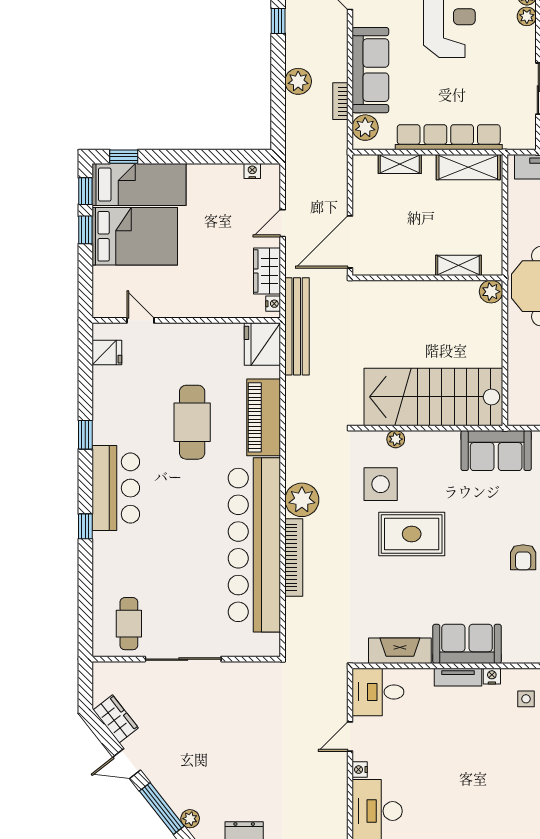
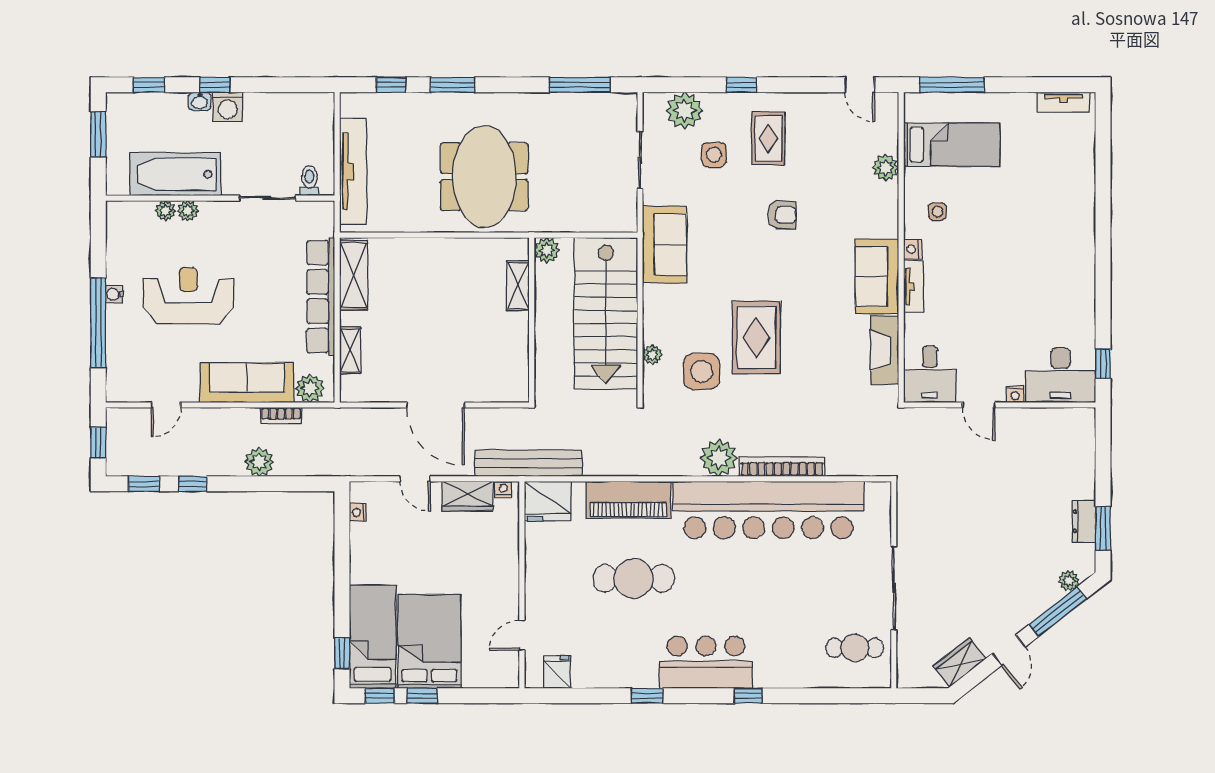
shelving: (459, 265) -> (518, 286), moved
wall: (427, 278) -> (532, 320), moved
plant: (491, 292) -> (547, 250), moved

